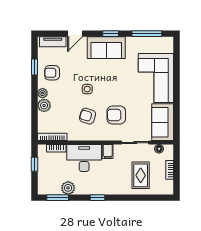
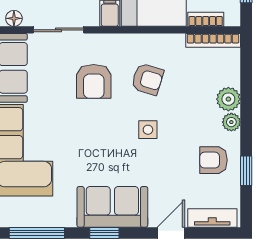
armchair: (52, 73) -> (213, 160), turned 180
armchair: (116, 115) -> (94, 81), turned 90

